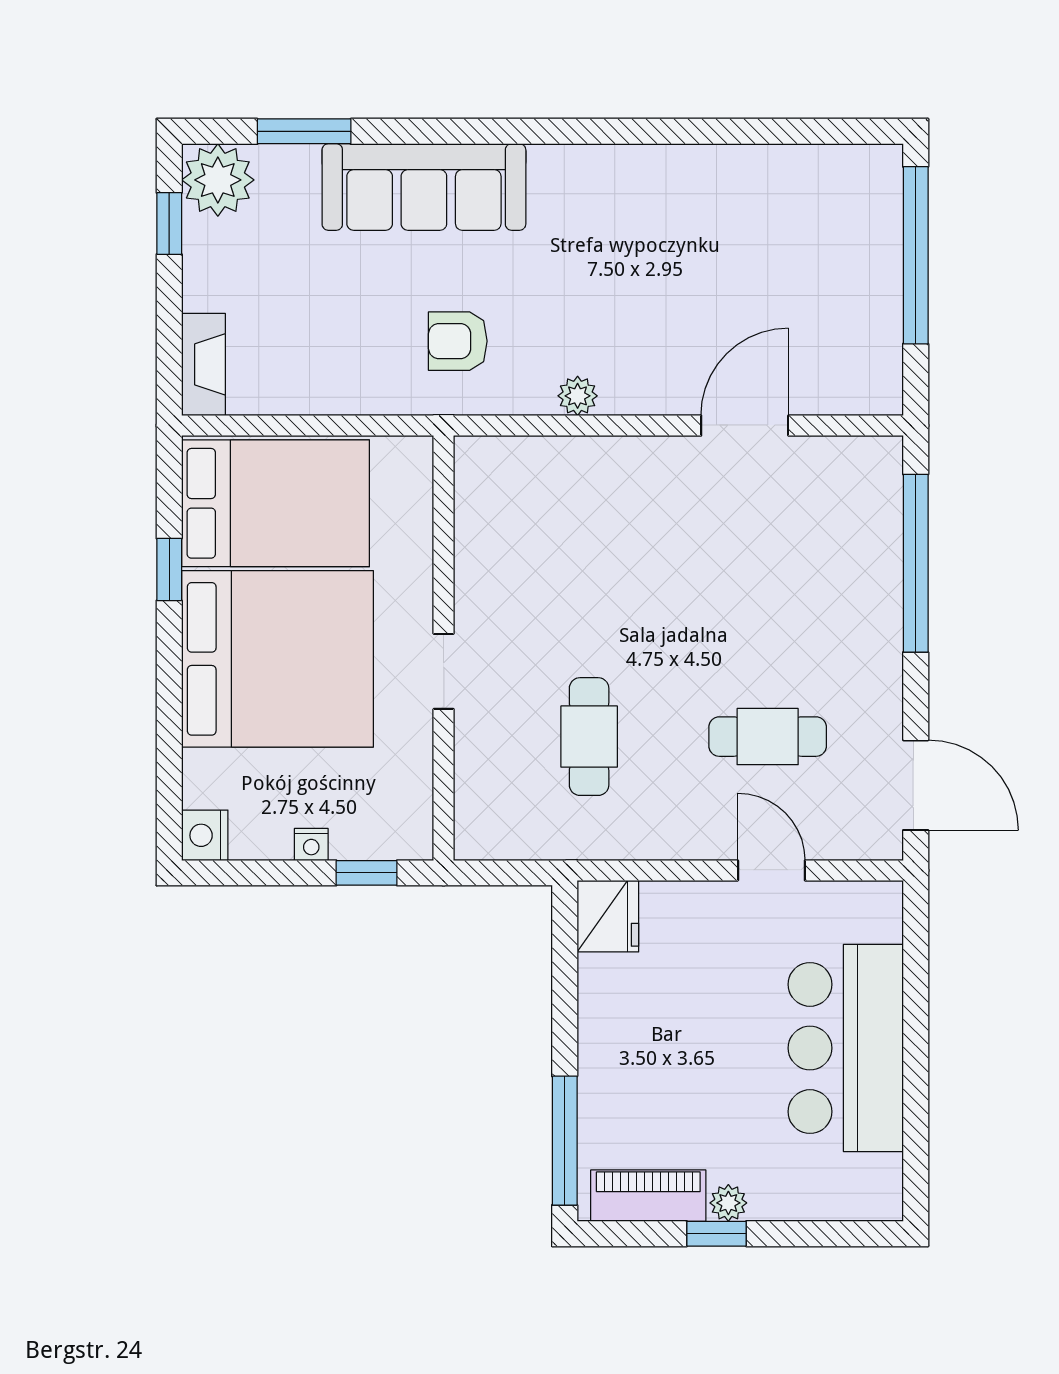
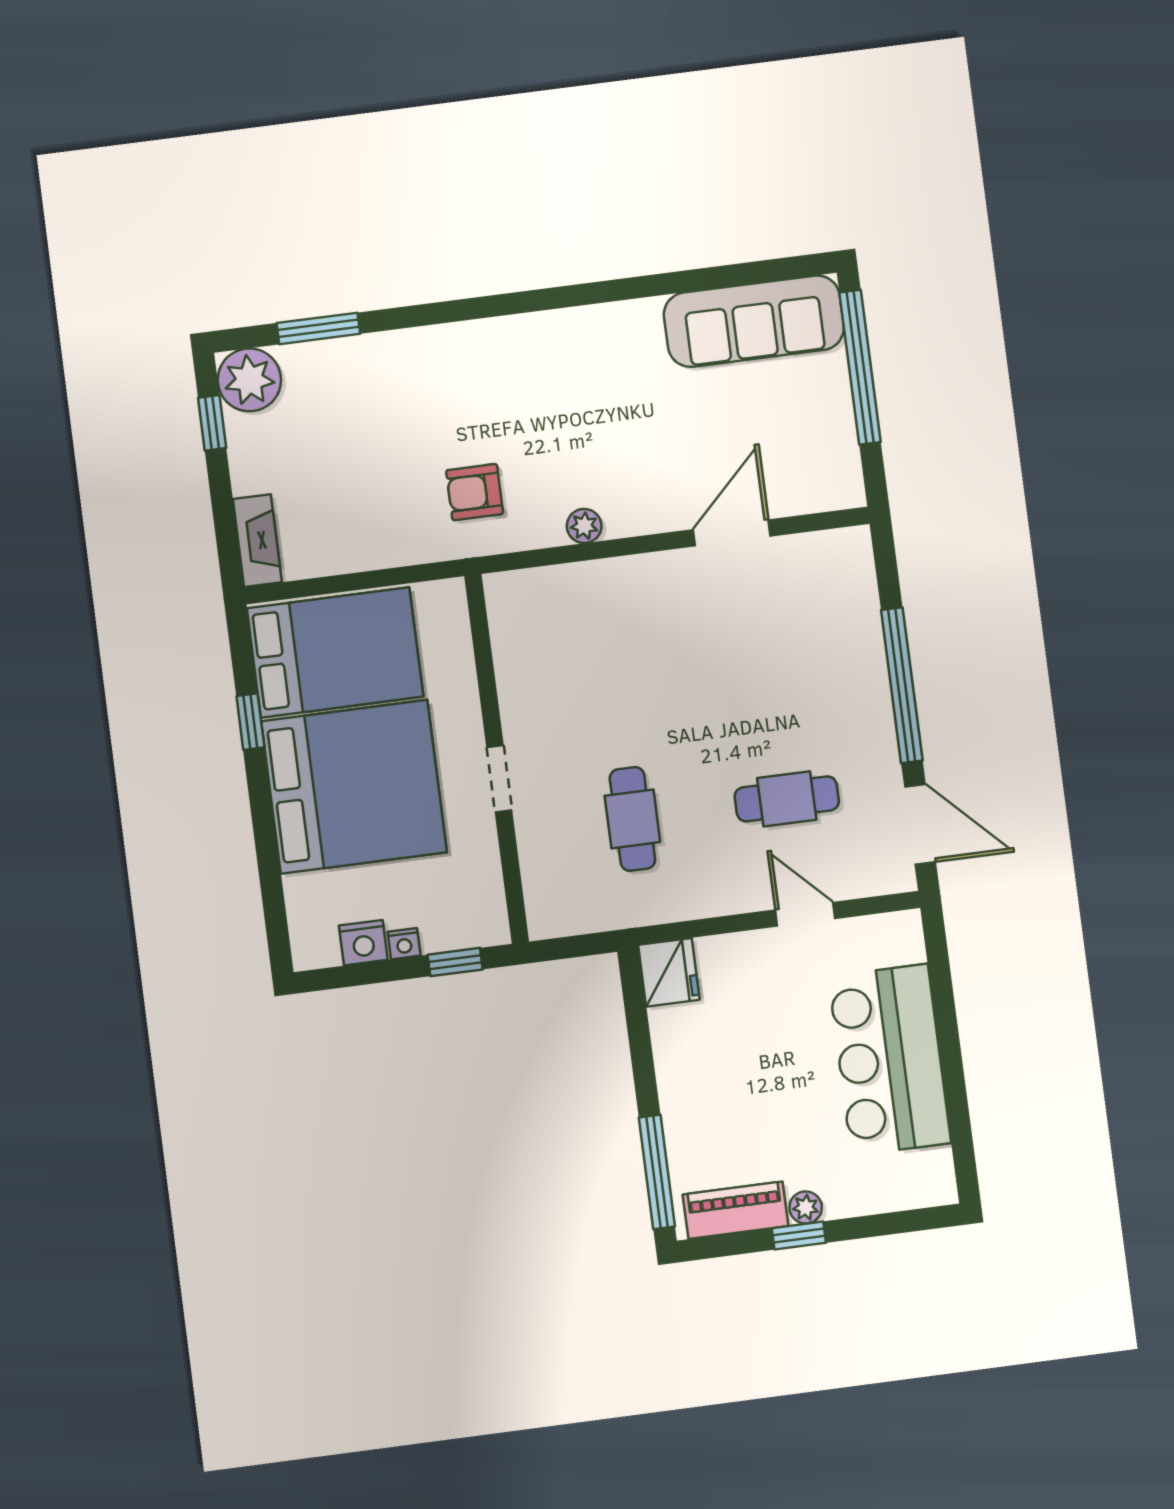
sofa: (424, 187) -> (754, 321), moved
window: (916, 563) -> (902, 685), moved
nightstand: (205, 835) -> (363, 943), moved, turned -90

